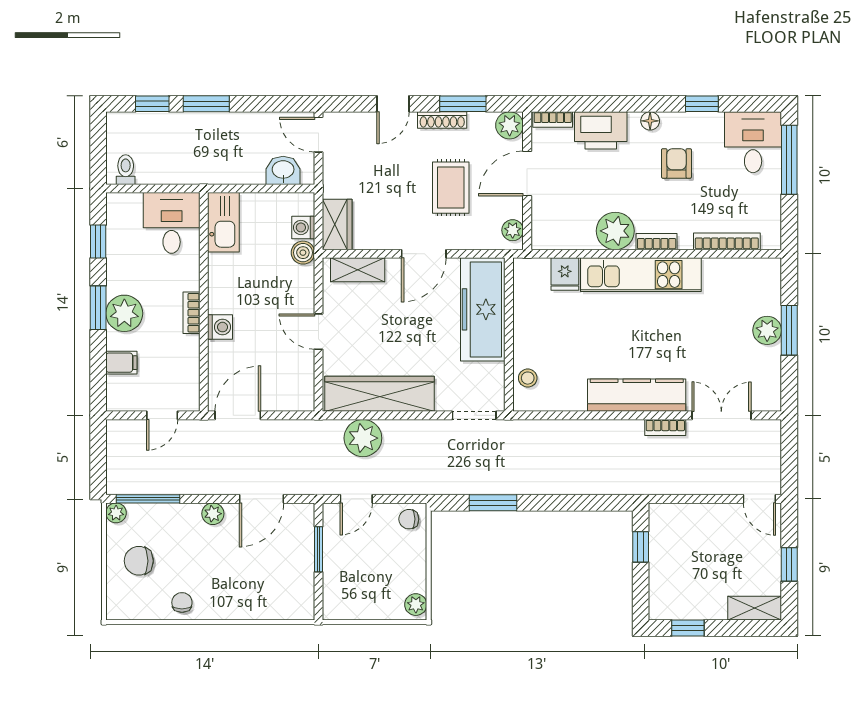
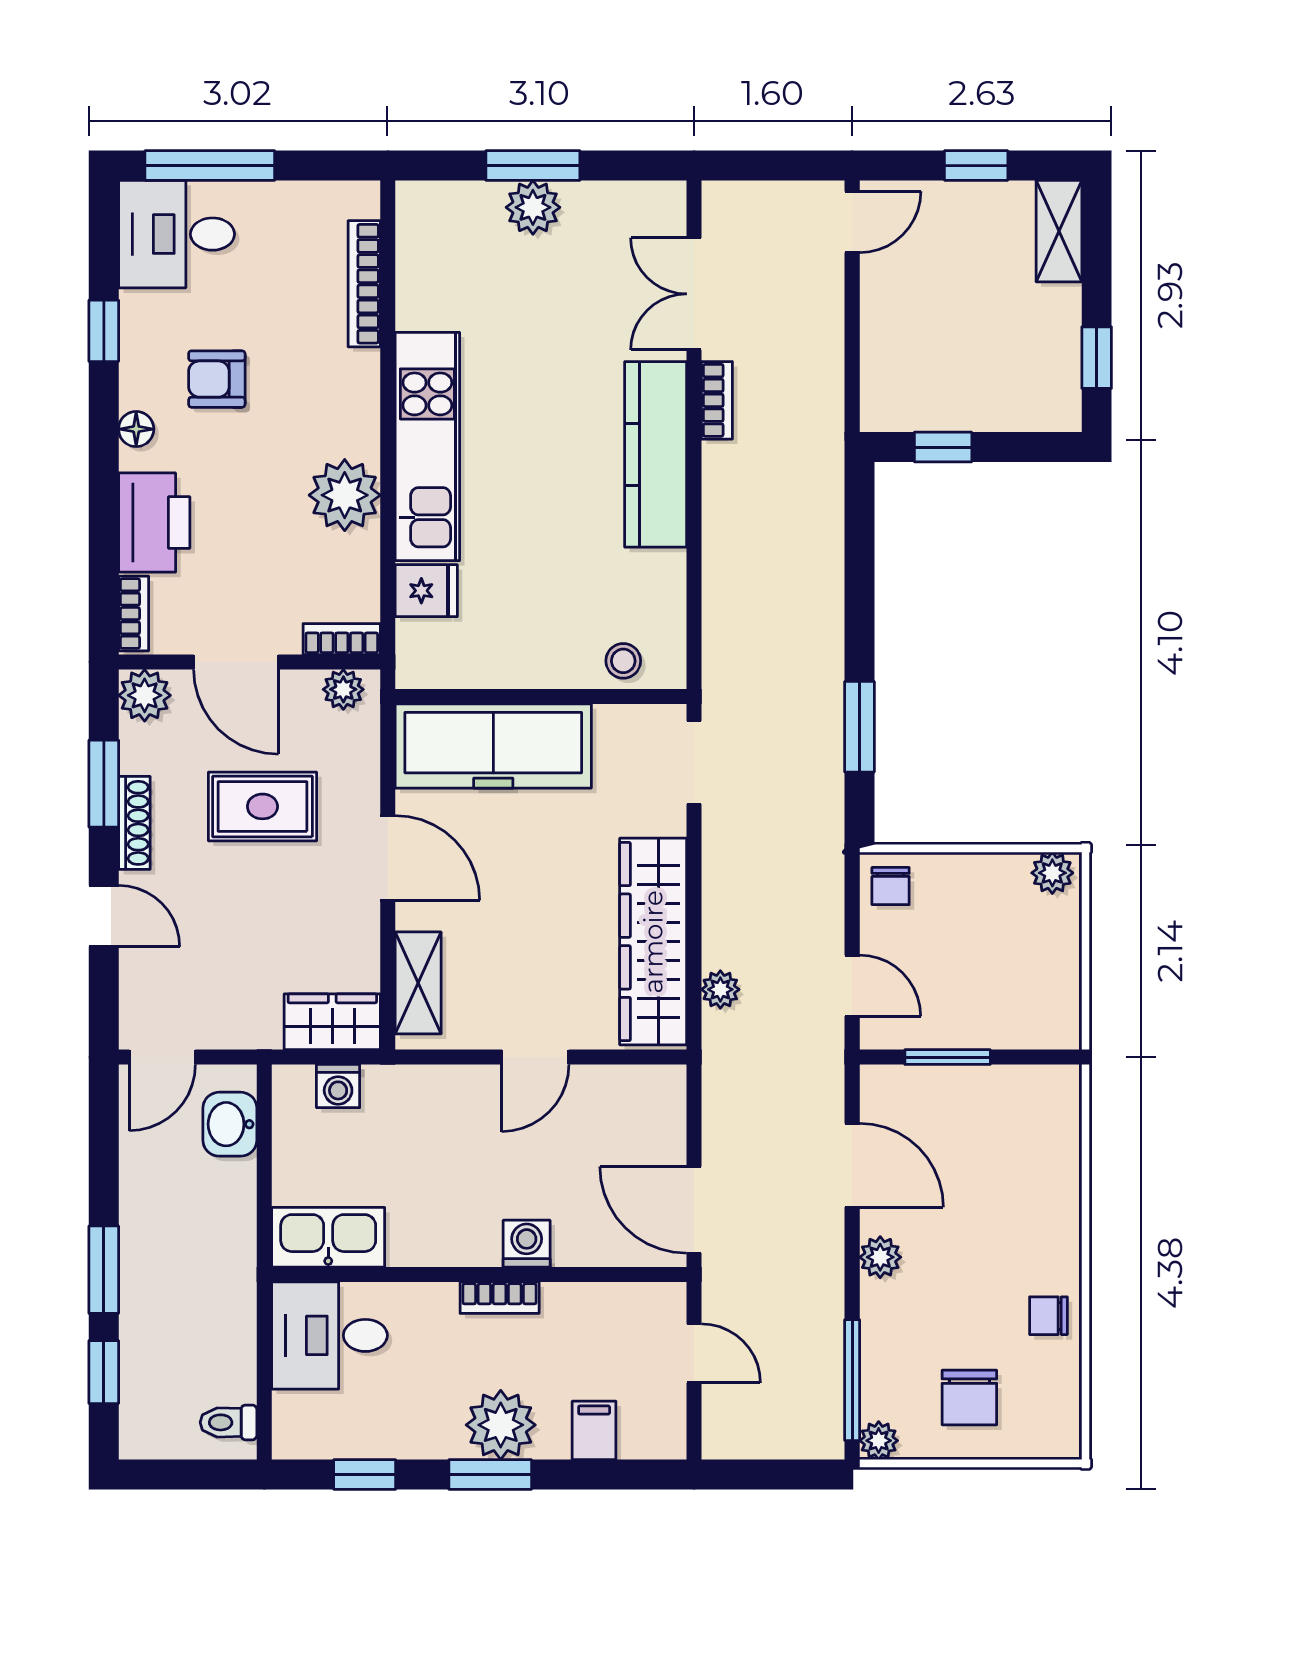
bookcase: (657, 242) -> (342, 639), moved, turned 90
boiler: (303, 253) -> (386, 1087), removed
plant: (363, 438) -> (720, 989), width x0.53, depth x0.53

